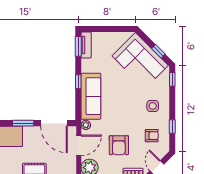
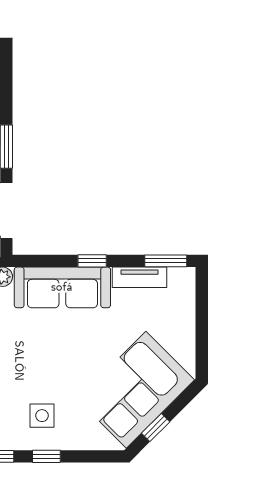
tv unit: (86, 45) -> (139, 277), moved
window: (172, 79) -> (46, 456), moved

